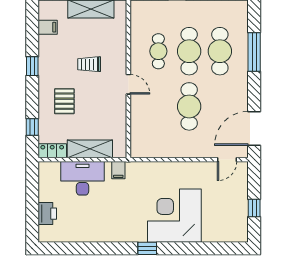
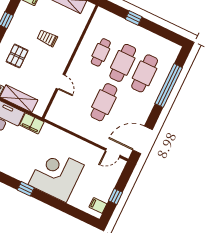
window: (254, 52) -> (169, 86), width x1.46
door: (128, 84) -> (61, 82), moved
filing cabinet: (118, 170) -> (32, 123), width x2.00
filing cabinet: (239, 228) -> (98, 205), added

